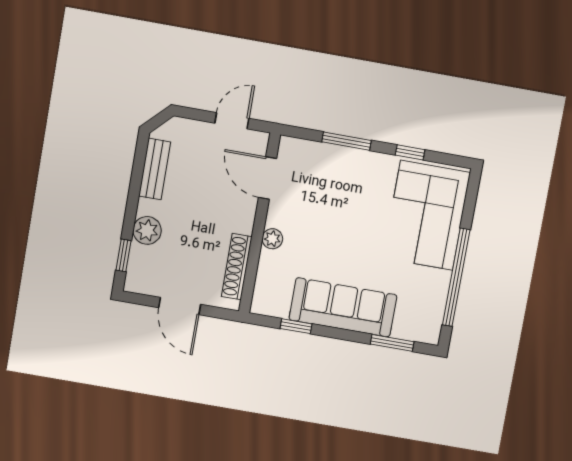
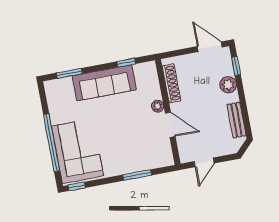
window: (410, 152) -> (77, 186), moved
door: (268, 178) -> (170, 125), moved
window: (456, 277) -> (52, 143), moved
door: (180, 306) -> (210, 47), moved

